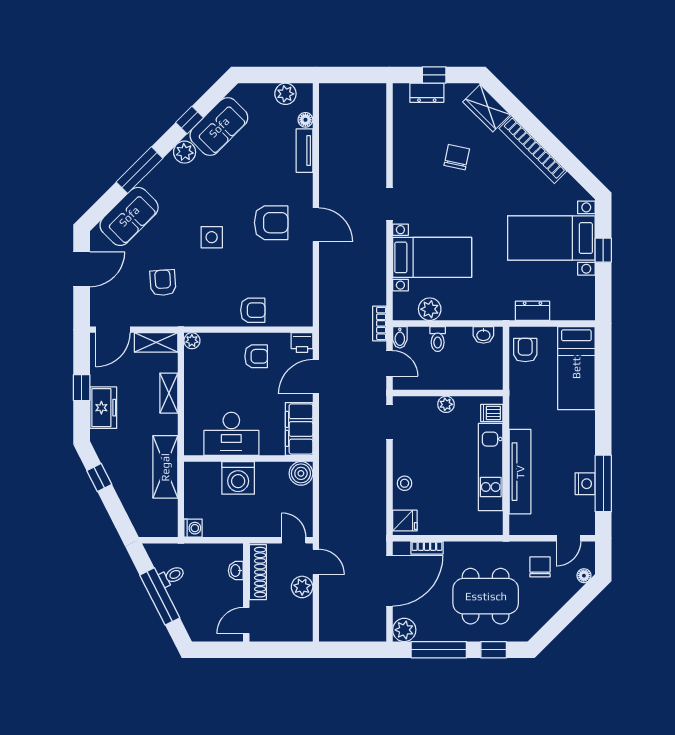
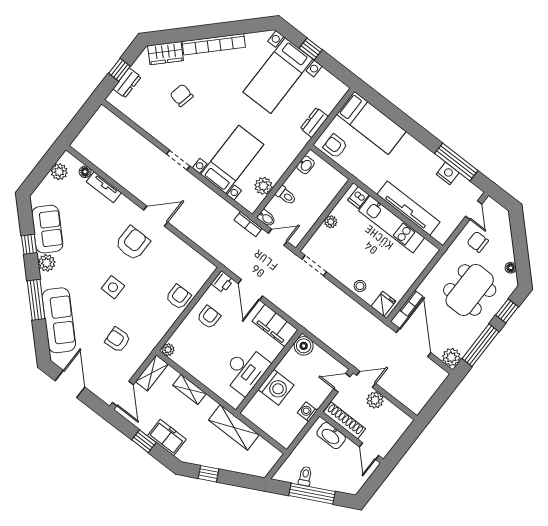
sofa: (129, 216) -> (59, 320), width x1.36
washing machine: (193, 528) -> (307, 412), moved, turned -90
washbasin: (236, 571) -> (331, 436), width x1.91, depth x1.45
floor lamp: (584, 576) -> (511, 268), moved

